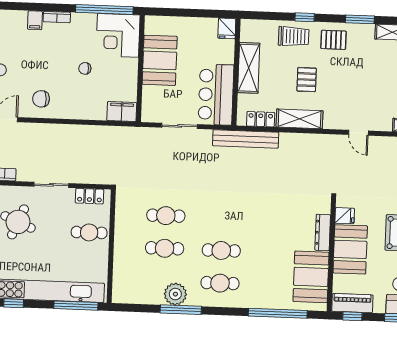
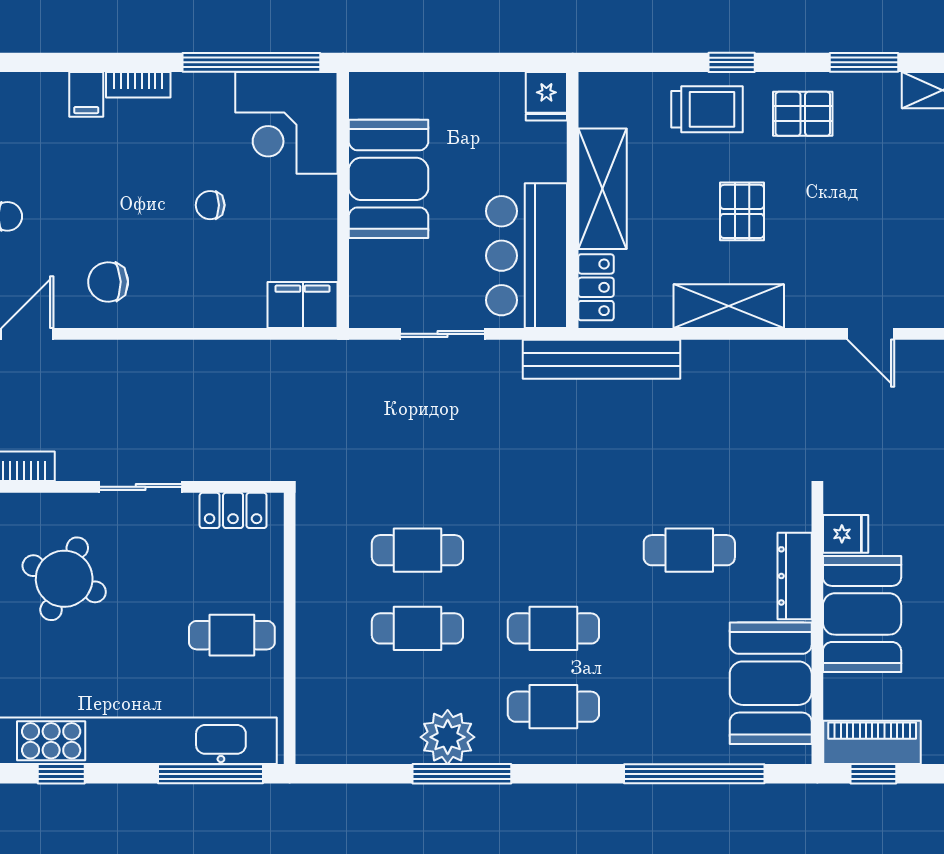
locker: (261, 119) -> (596, 287), moved, turned 90
cafe table: (279, 220) -> (689, 550), added
cafe table: (89, 232) -> (232, 635), moved

